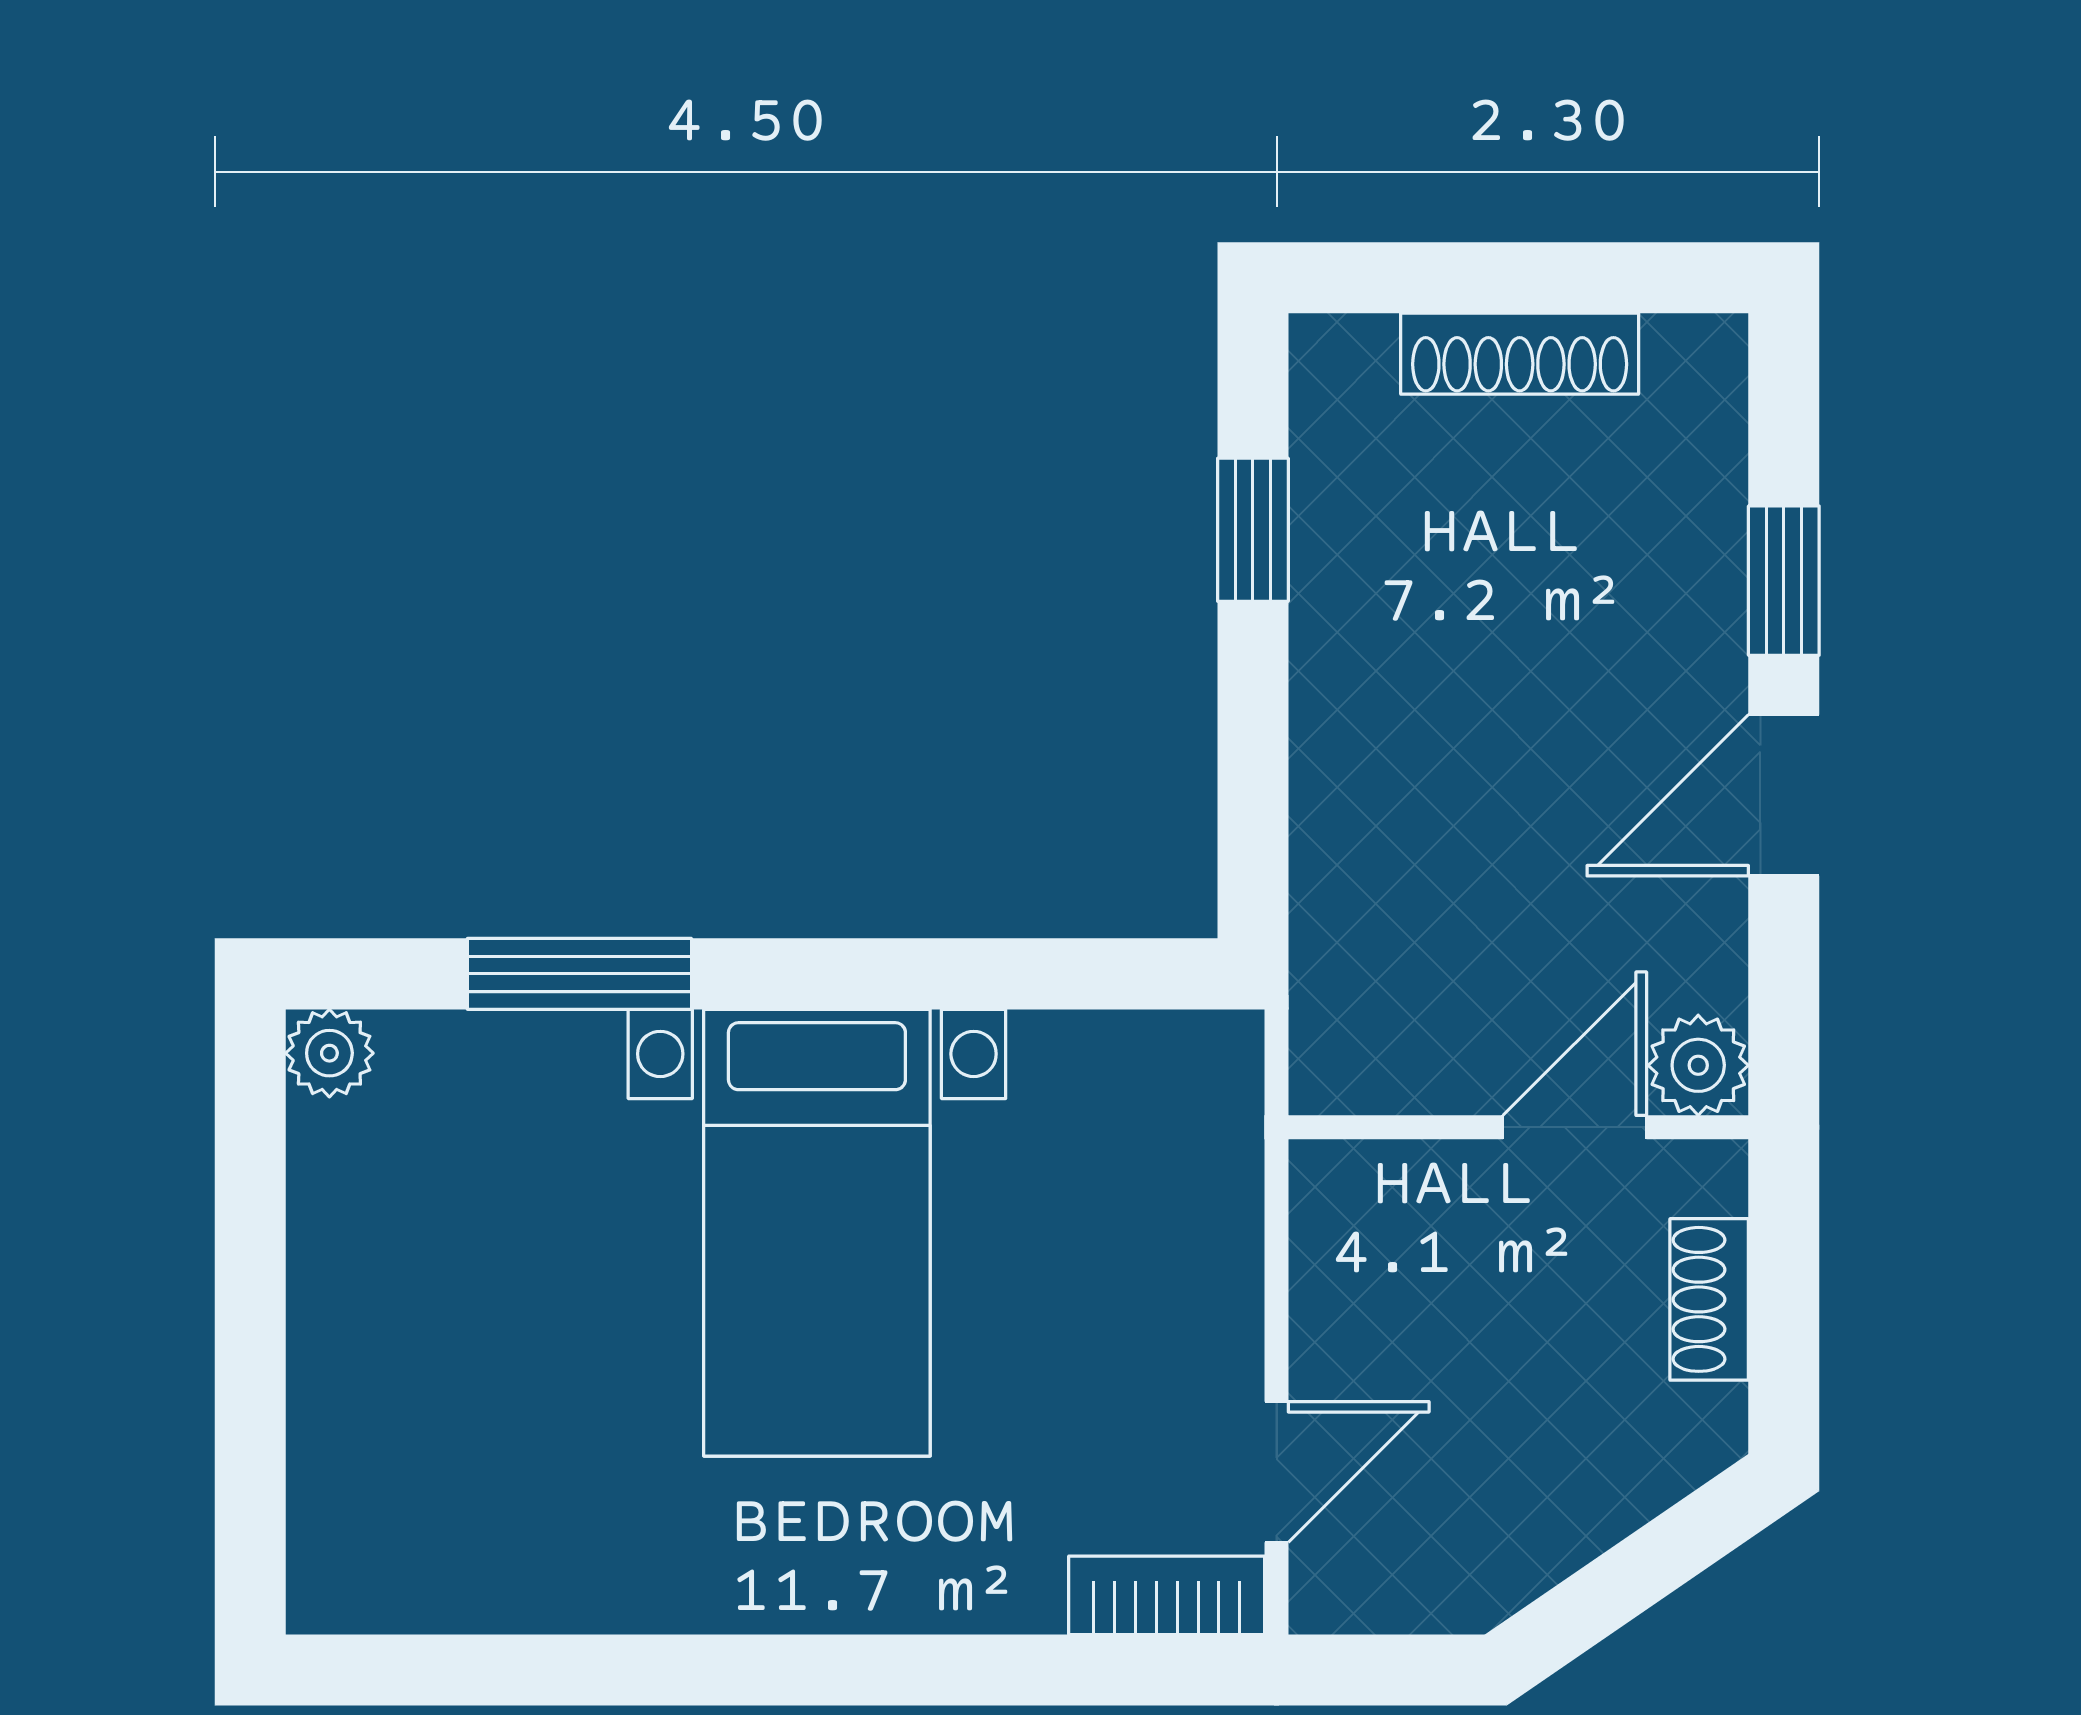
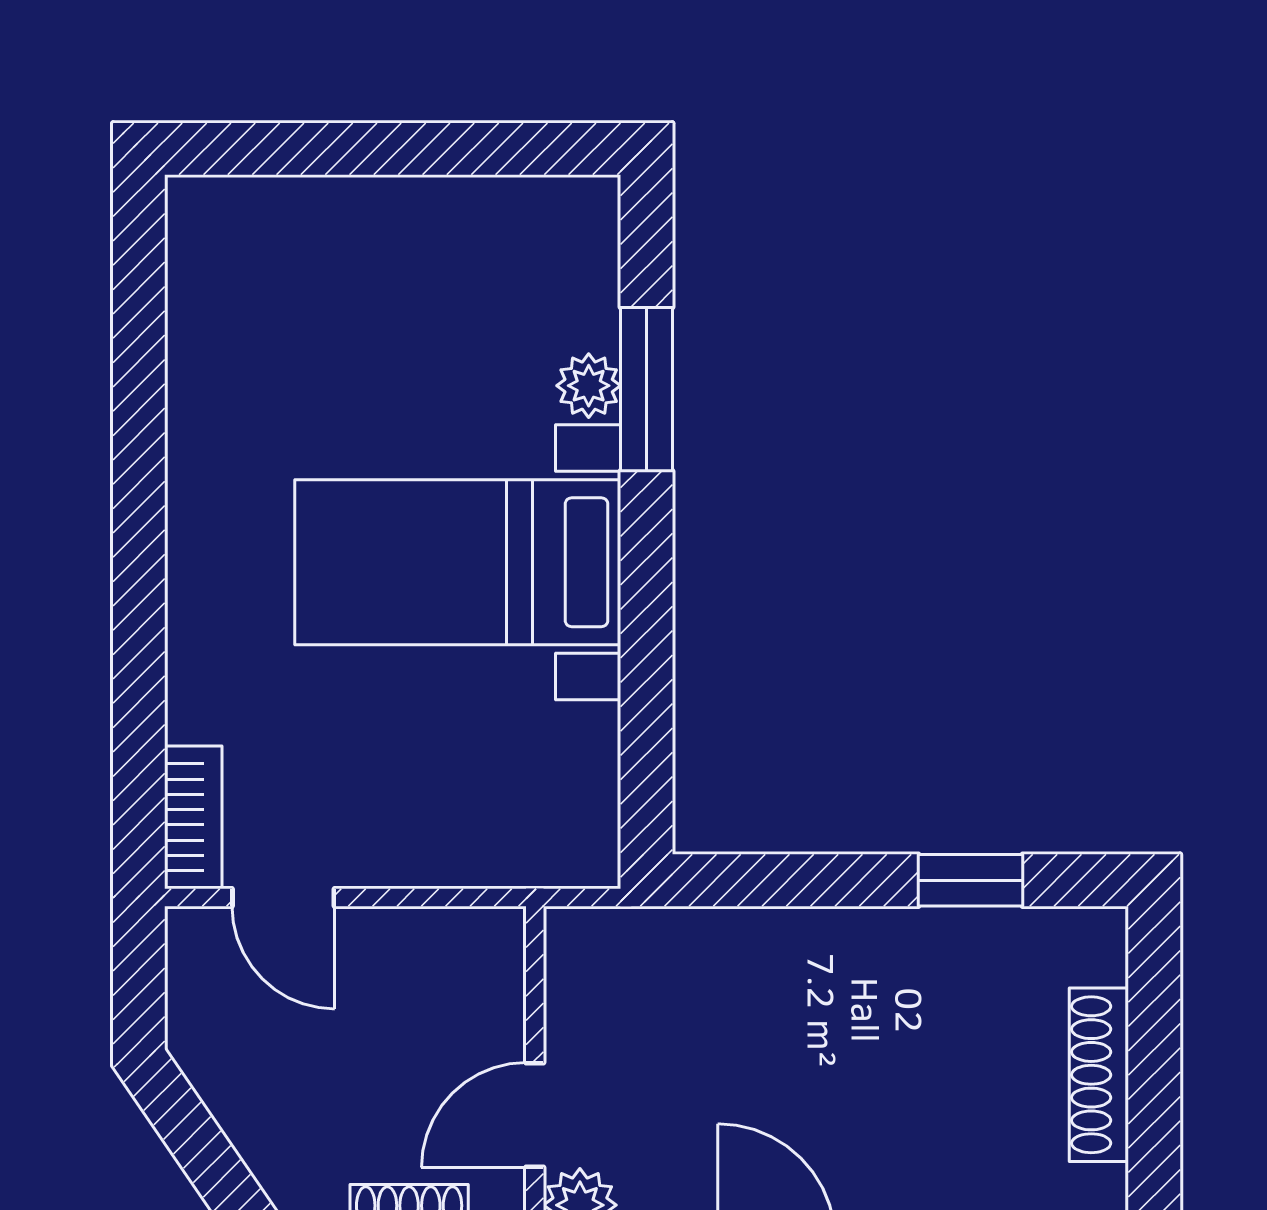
plant: (329, 1053) -> (589, 386), moved
door: (1575, 1127) -> (535, 1115), swing flipped

